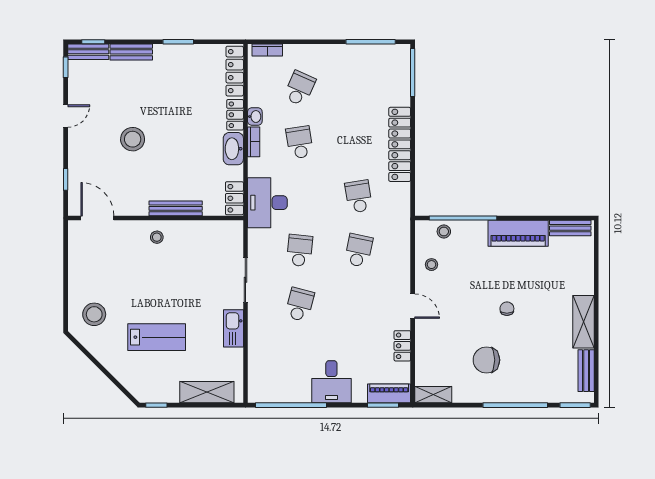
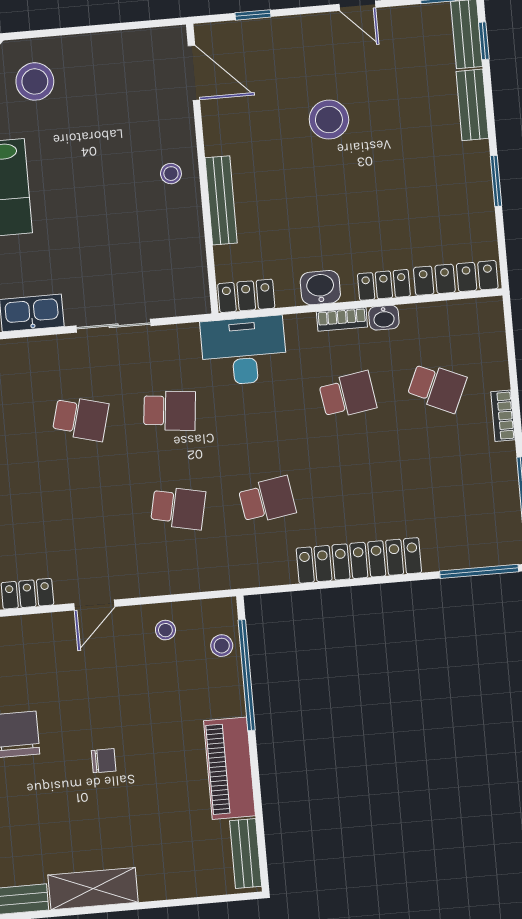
bookcase: (267, 50) -> (503, 416), moved
washbasin: (233, 149) -> (320, 288), width x0.72
door: (97, 218) -> (194, 73), hinge flipped

